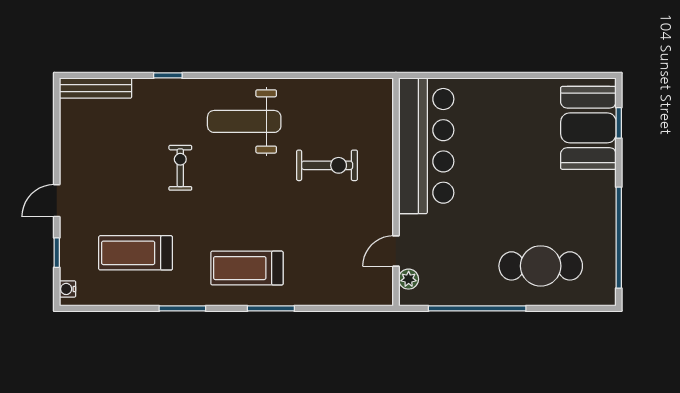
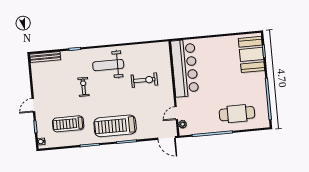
treadmill: (247, 268) -> (115, 126), width x1.37, depth x1.38
door: (367, 308) -> (166, 138), added

